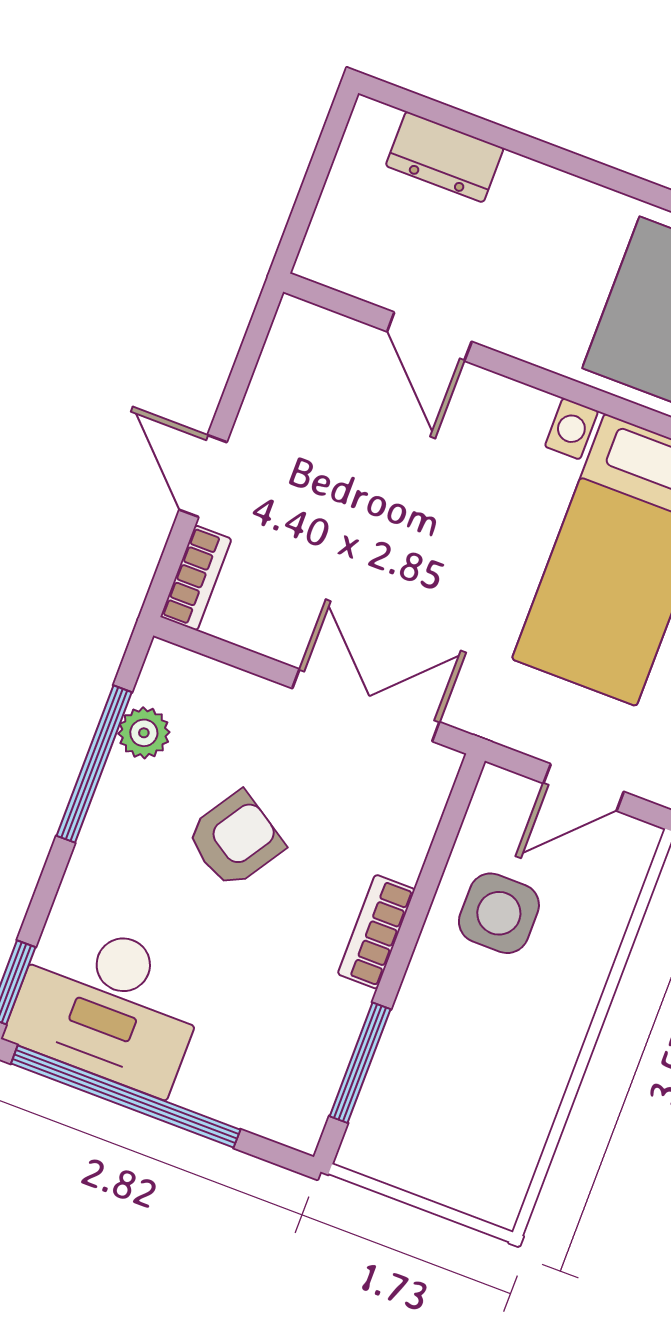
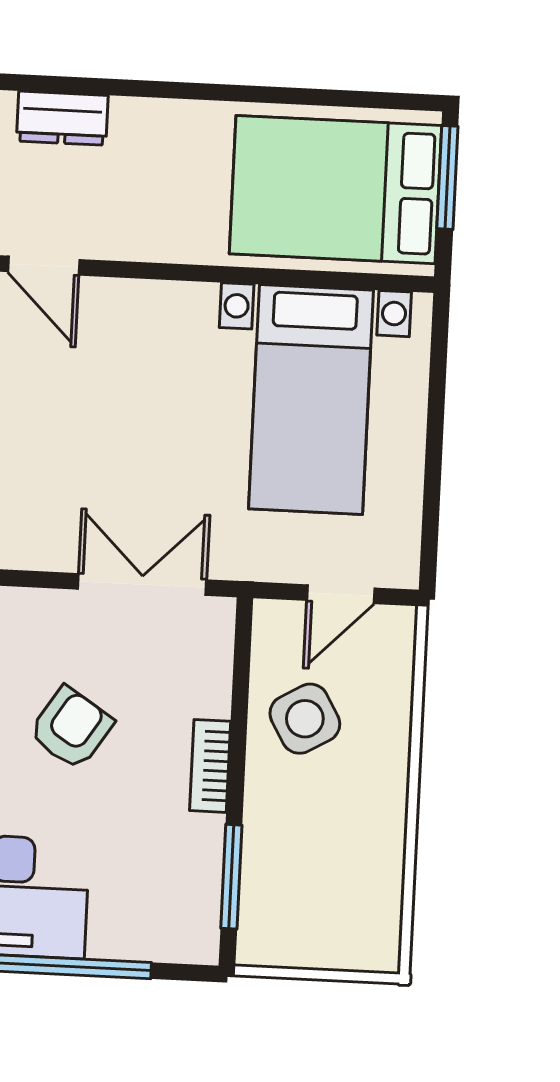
door: (429, 337) -> (44, 266), moved
side table: (499, 913) -> (305, 719), turned -30

